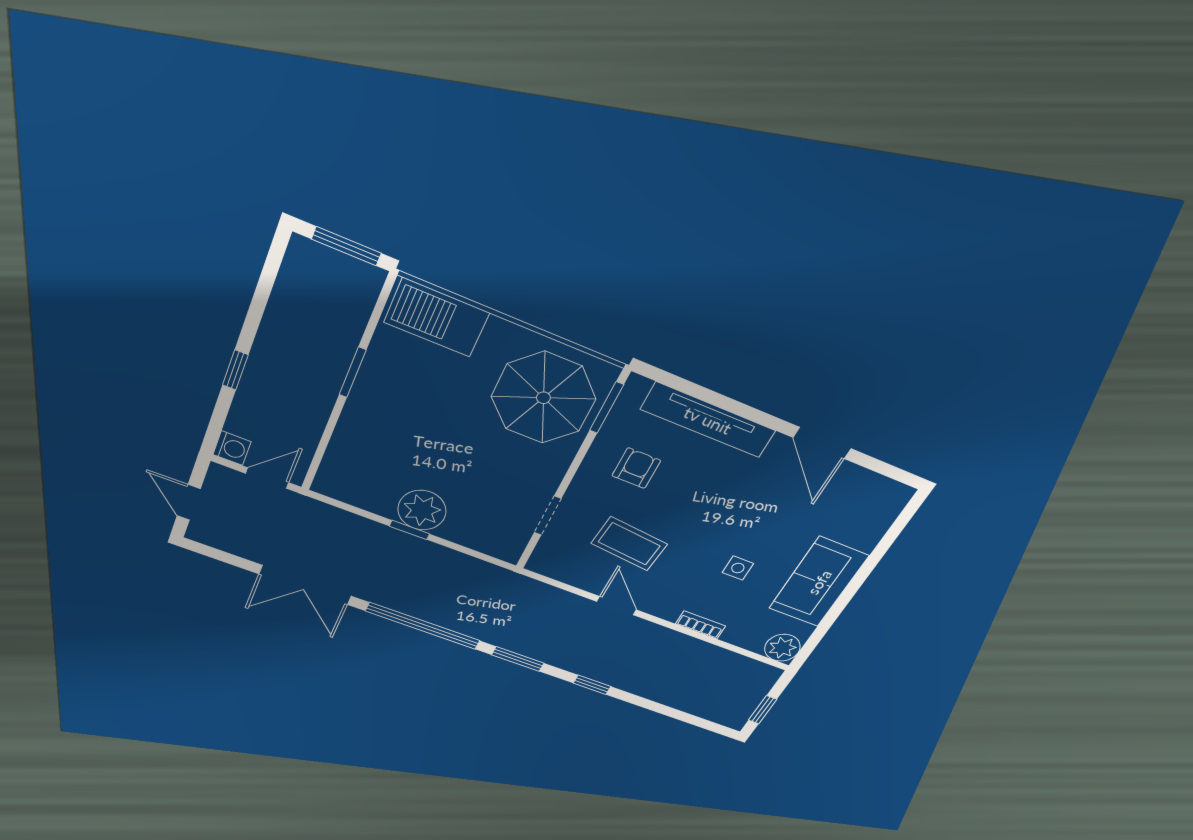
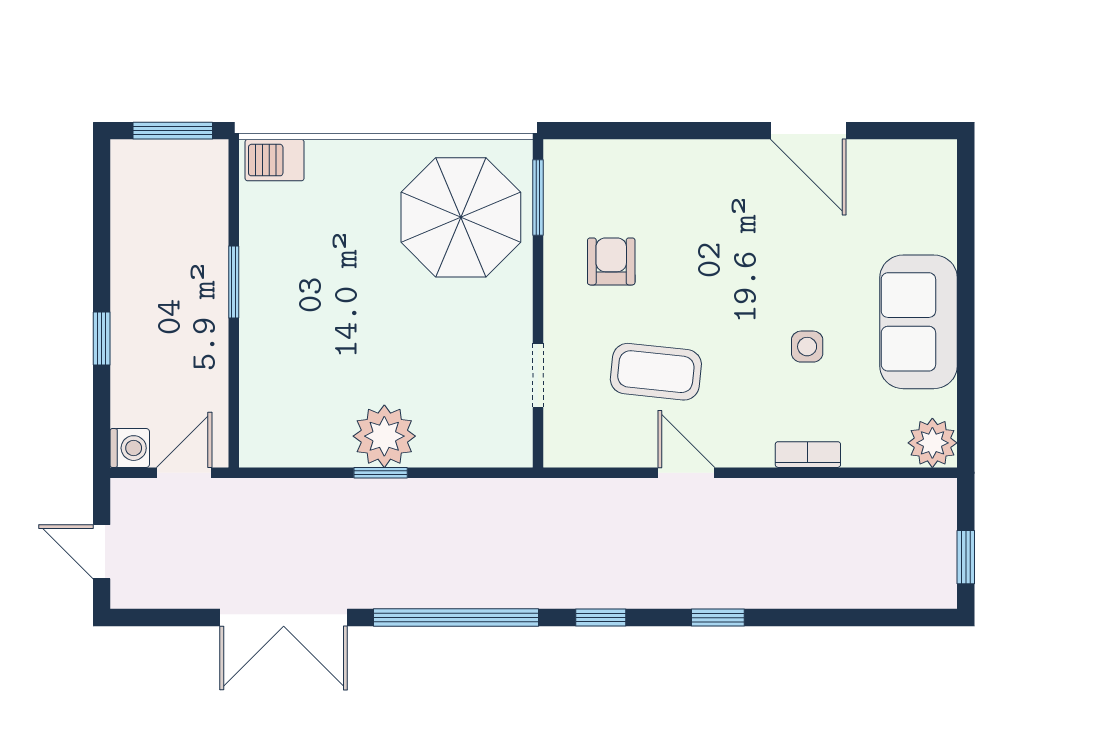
barbecue: (437, 318) -> (275, 160), width x0.53, depth x0.65
tv unit: (708, 420) -> (661, 161), removed
window: (518, 659) -> (601, 618), width x0.67

